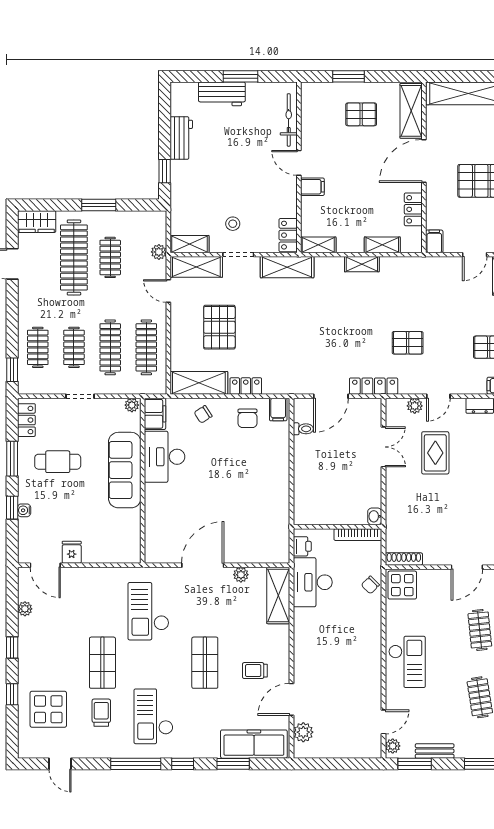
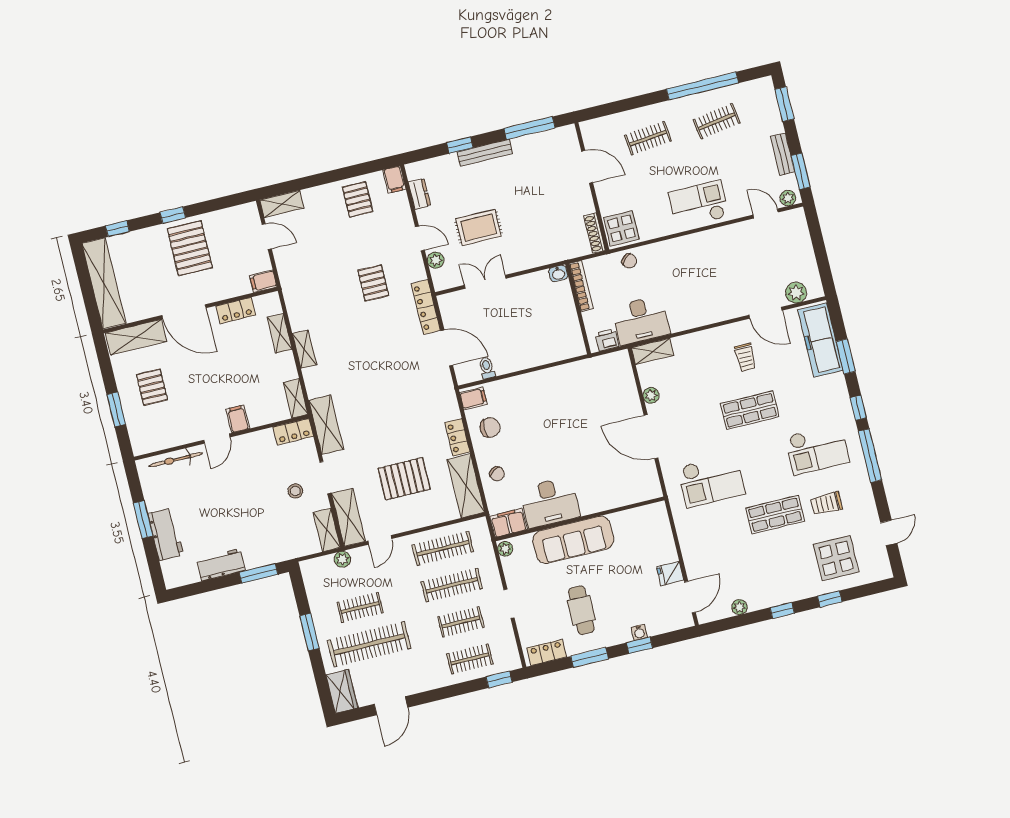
window: (165, 171) -> (259, 573), width x1.50
shelving: (278, 595) -> (653, 351), width x0.67, depth x0.75

